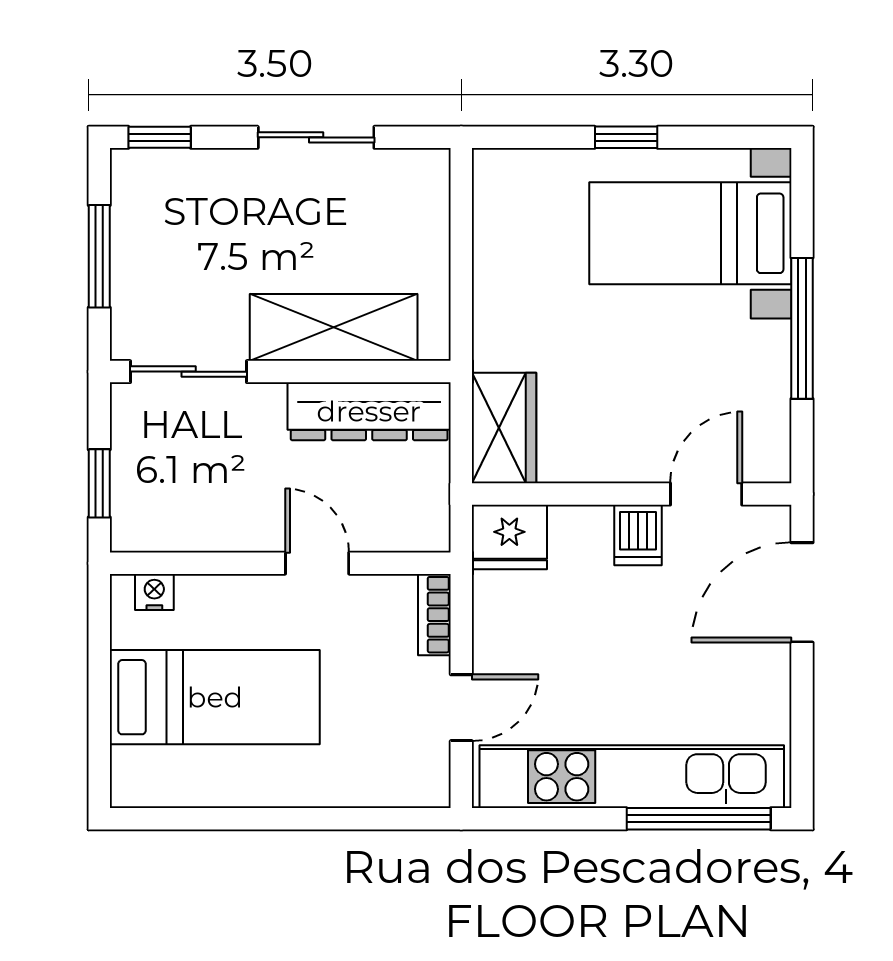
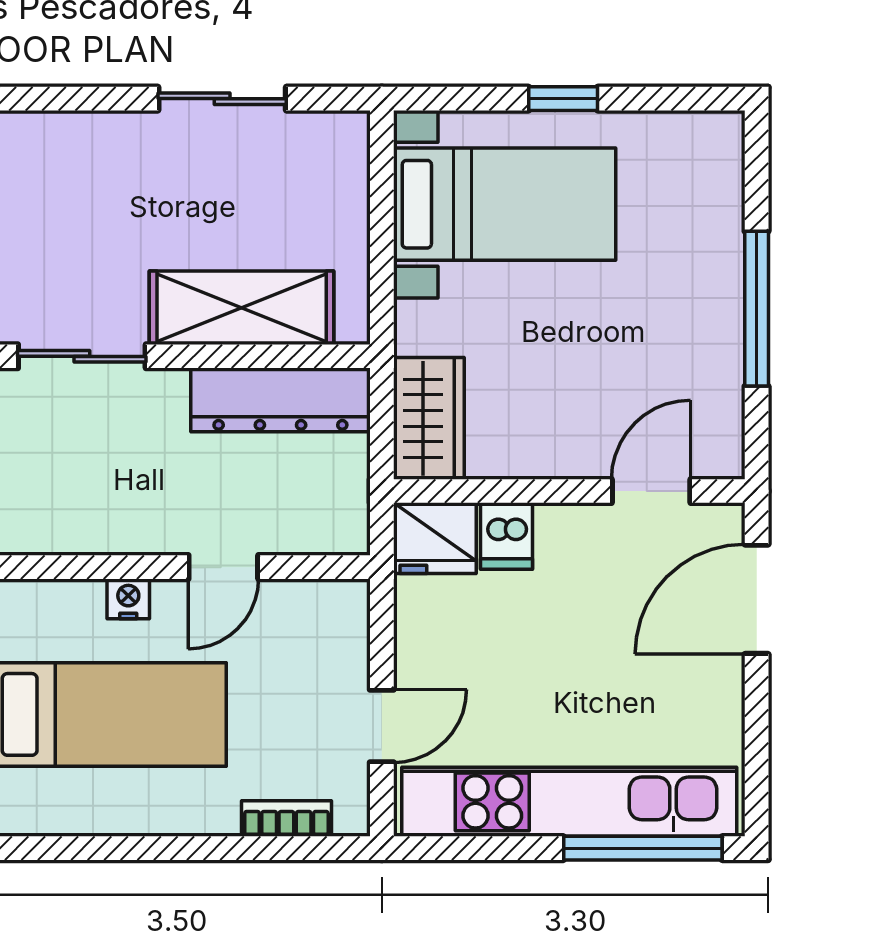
window: (160, 137) -> (50, 99), removed
bed with nightstands: (690, 233) -> (505, 204), moved, turned 180
dishwasher: (638, 535) -> (507, 536), moved
door: (317, 563) -> (223, 567), swing flipped
nightstand: (154, 592) -> (128, 599), moved
bookcase: (434, 615) -> (286, 818), moved, turned 90

